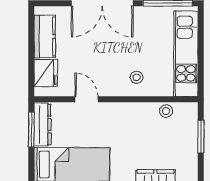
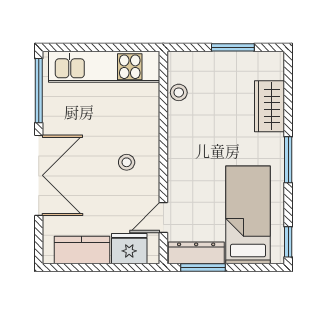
stool: (137, 77) -> (127, 162), moved
door: (87, 99) -> (163, 218), moved
window: (201, 137) -> (233, 47), moved

